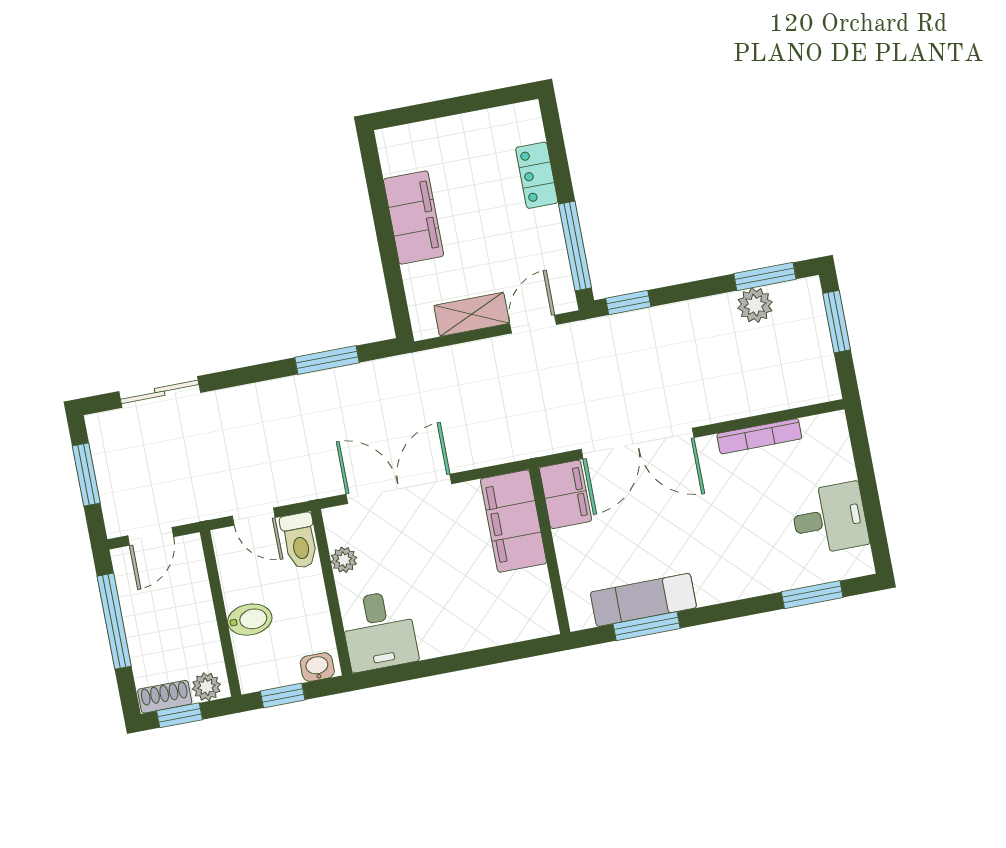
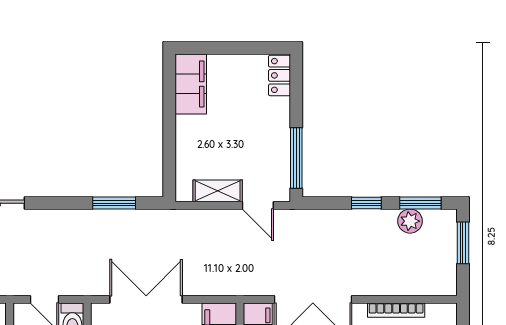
locker: (537, 175) -> (279, 75), moved
filing cabinet: (414, 218) -> (191, 84), moved
window: (628, 303) -> (366, 203), moved
door: (533, 324) -> (258, 205), swing flipped

